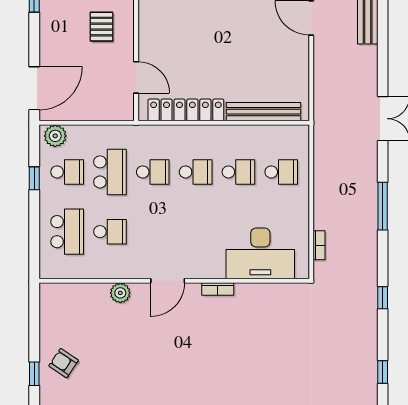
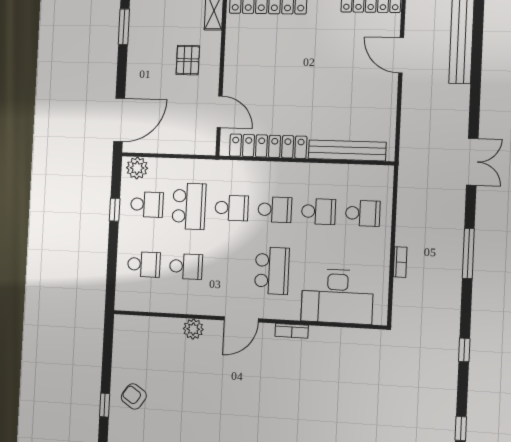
school desk: (67, 232) -> (144, 264), width x0.54
school desk: (196, 232) -> (272, 271), added
bookcase: (319, 245) -> (400, 262), moved

